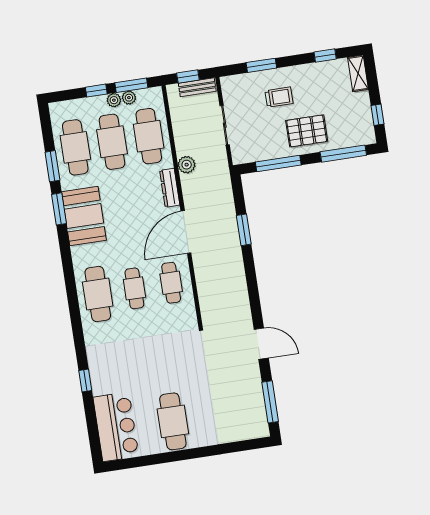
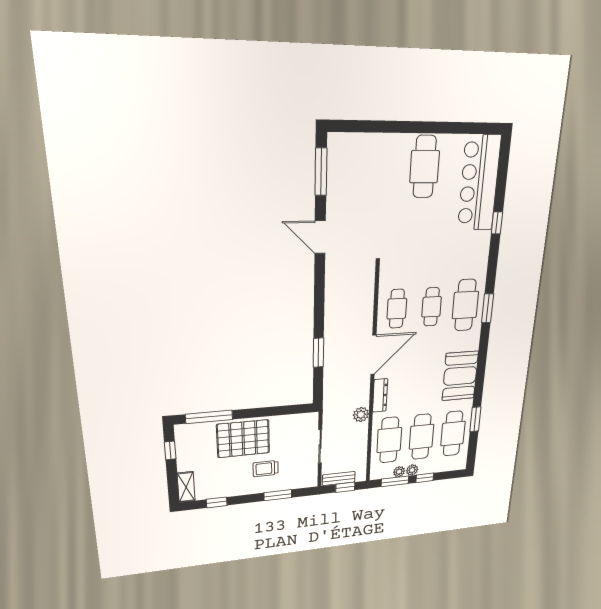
pallet: (307, 131) -> (243, 439), width x1.37, depth x1.41
window: (278, 163) -> (275, 411), removed
window: (59, 209) -> (488, 308), moved
bar counter: (116, 427) -> (479, 183), width x1.36

